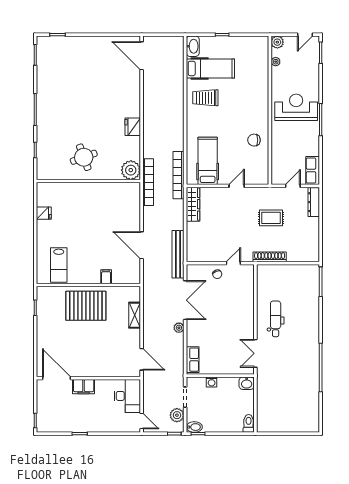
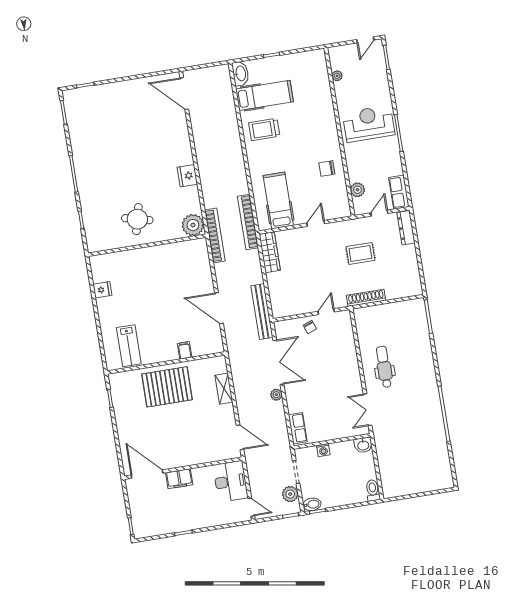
plant: (277, 42) -> (357, 190), moved
round table: (84, 157) -> (137, 219), turned 34

